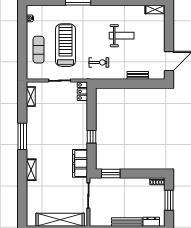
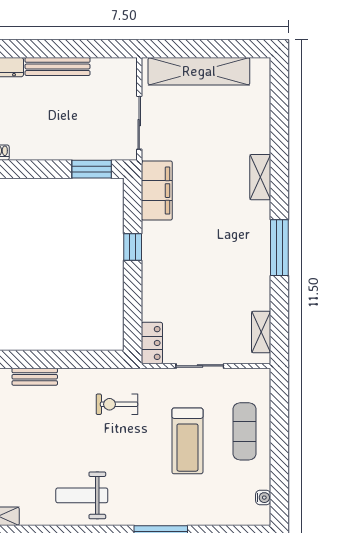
weight bench: (122, 36) -> (82, 495), moved
treadmill: (66, 45) -> (187, 441), width x0.73, depth x0.73

